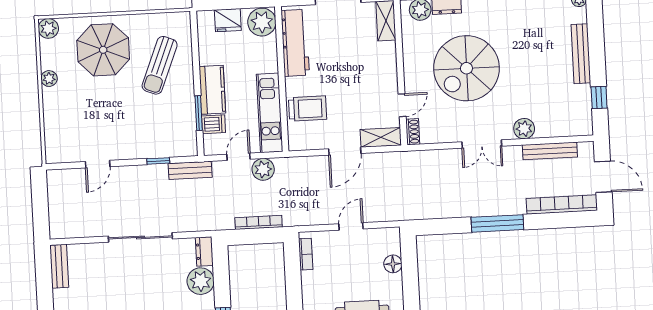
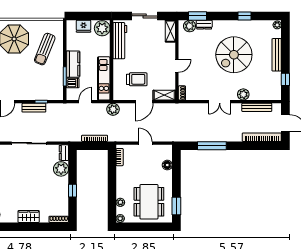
spiral stairs: (466, 68) -> (234, 55), moved
door: (402, 105) -> (177, 66), moved
trolley: (308, 109) -> (137, 79), moved
plant: (263, 169) -> (113, 109), moved
bench: (190, 170) -> (34, 108), moved
window: (497, 223) -> (212, 146), moved
door: (351, 226) -> (145, 143), hinge flipped

